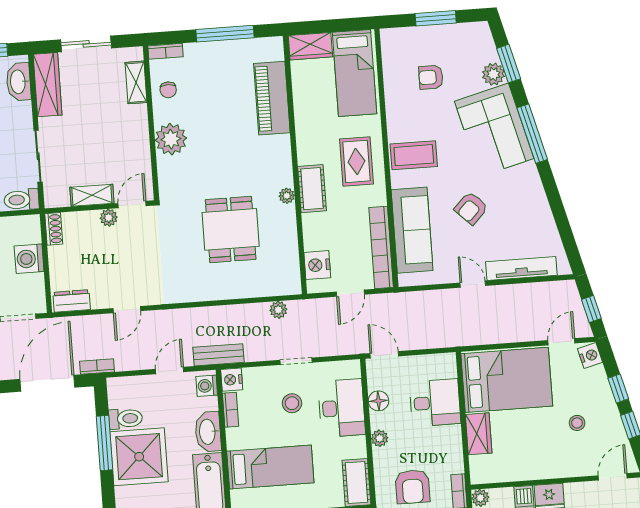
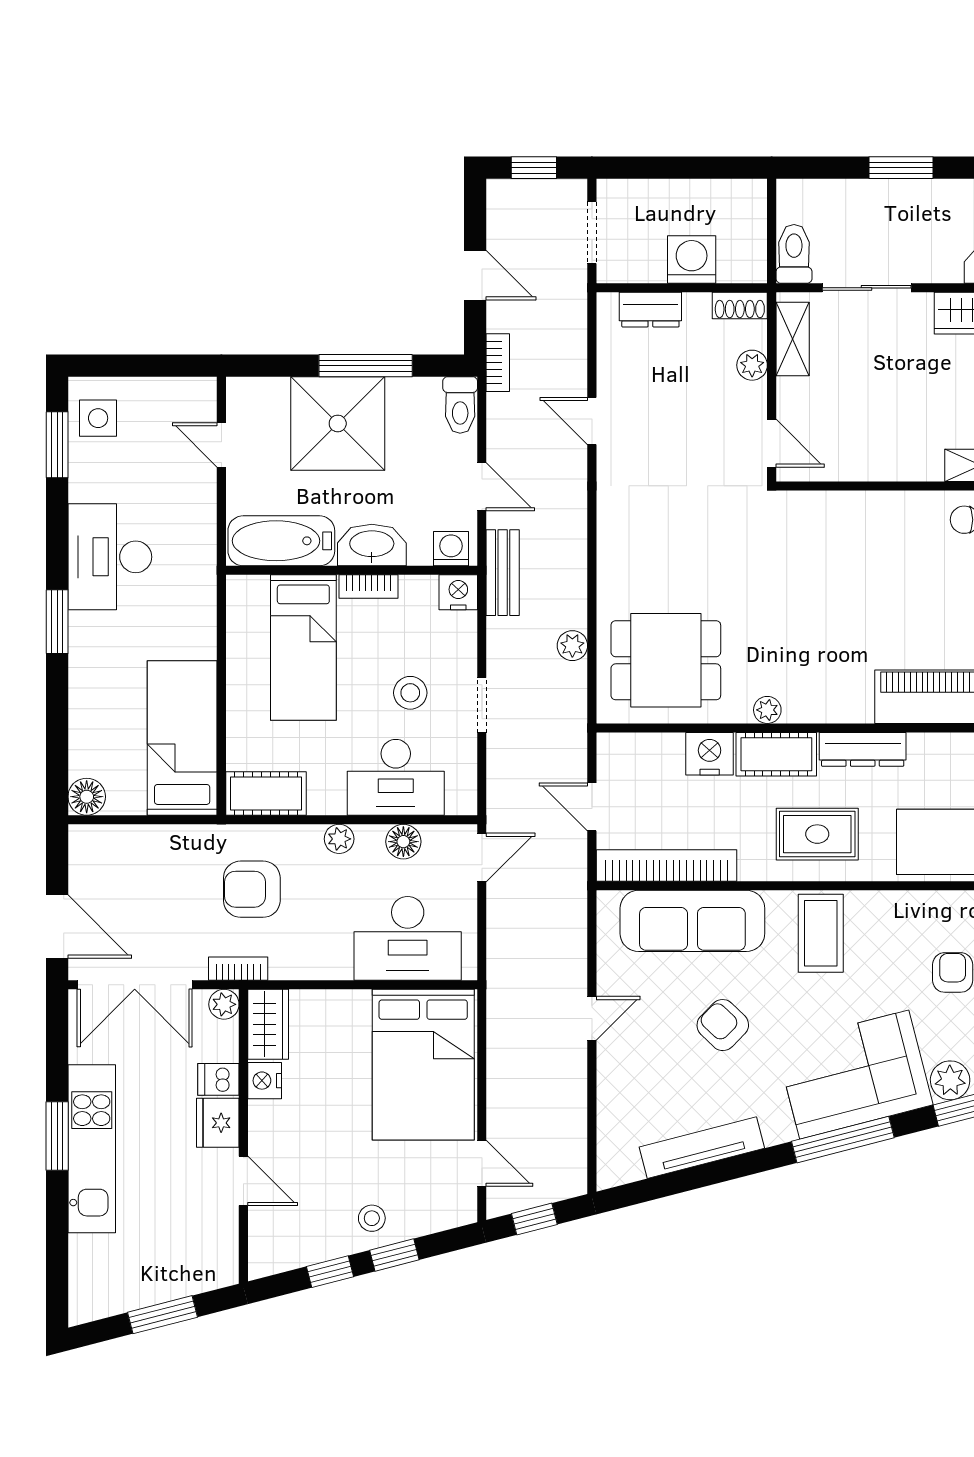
plant: (171, 139) -> (879, 518), removed
dresser: (306, 139) -> (863, 749), added
shelving: (92, 195) -> (793, 339), moved
plant: (109, 218) -> (752, 365), moved
dining table: (231, 229) -> (666, 660), moved
nightstand: (317, 265) -> (710, 754), moved
tv unit: (521, 269) -> (702, 1148), moved, turned -104
dresser: (72, 301) -> (650, 310), moved, turned 90
plant: (278, 310) -> (572, 646), moved
nightstand: (590, 356) -> (265, 1081), moved, turned 104
door: (47, 383) -> (475, 275), width x0.53
desk: (435, 403) -> (408, 938), width x1.37
bookcase: (231, 410) -> (368, 586), moved
toilet: (126, 419) -> (460, 405), moved
stool: (577, 423) -> (372, 1218), moved
wardrobe: (479, 434) -> (268, 1024), moved, turned -90
door: (613, 477) -> (243, 1181), moved

